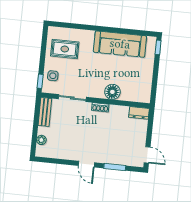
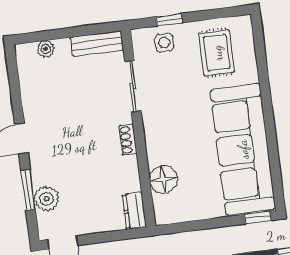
sofa: (120, 44) -> (243, 149), width x1.36, depth x1.27
window: (40, 81) -> (169, 20), moved
floor lamp: (112, 92) -> (163, 179), moved
plant: (122, 158) -> (47, 199), added

